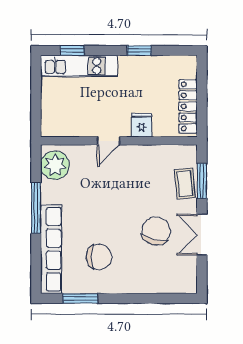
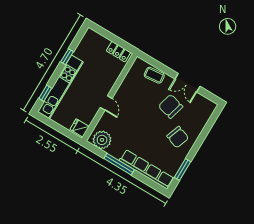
kitchen unit: (79, 66) -> (60, 87), width x1.36
locker: (188, 106) -> (118, 52), width x0.66
fridge: (142, 125) -> (80, 128), moved
window: (202, 181) -> (158, 65), removed
chair: (99, 257) -> (178, 137), moved, turned 110

